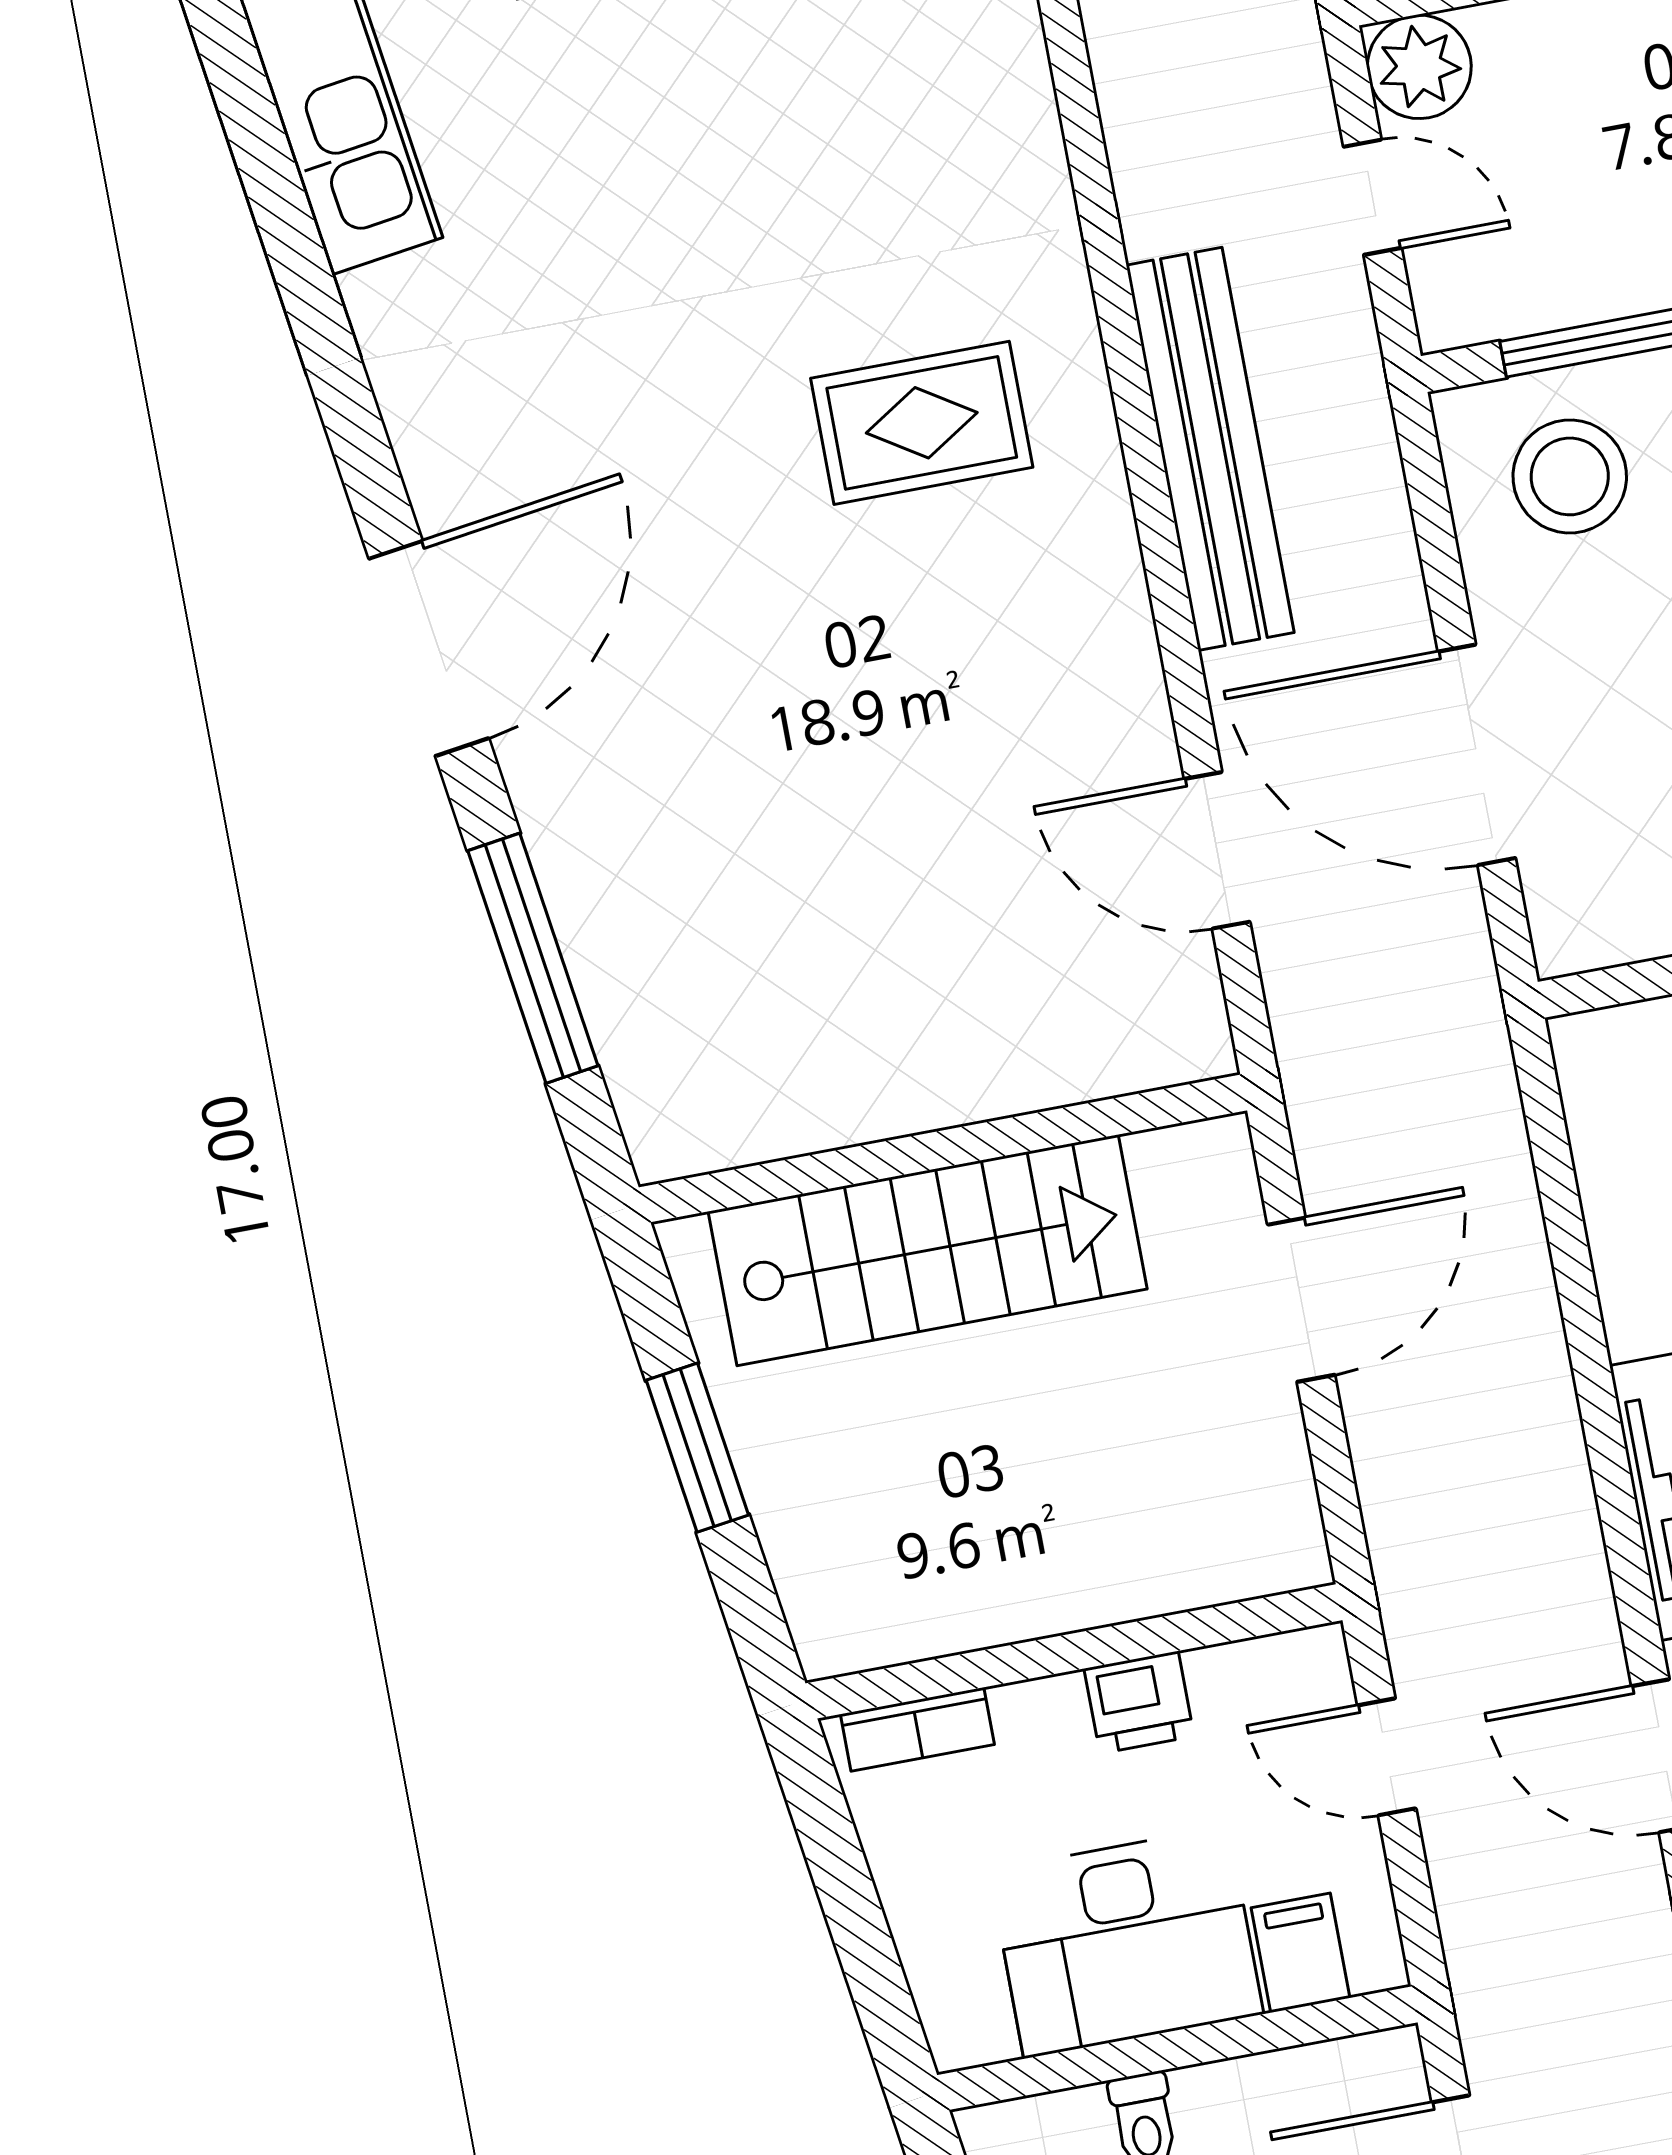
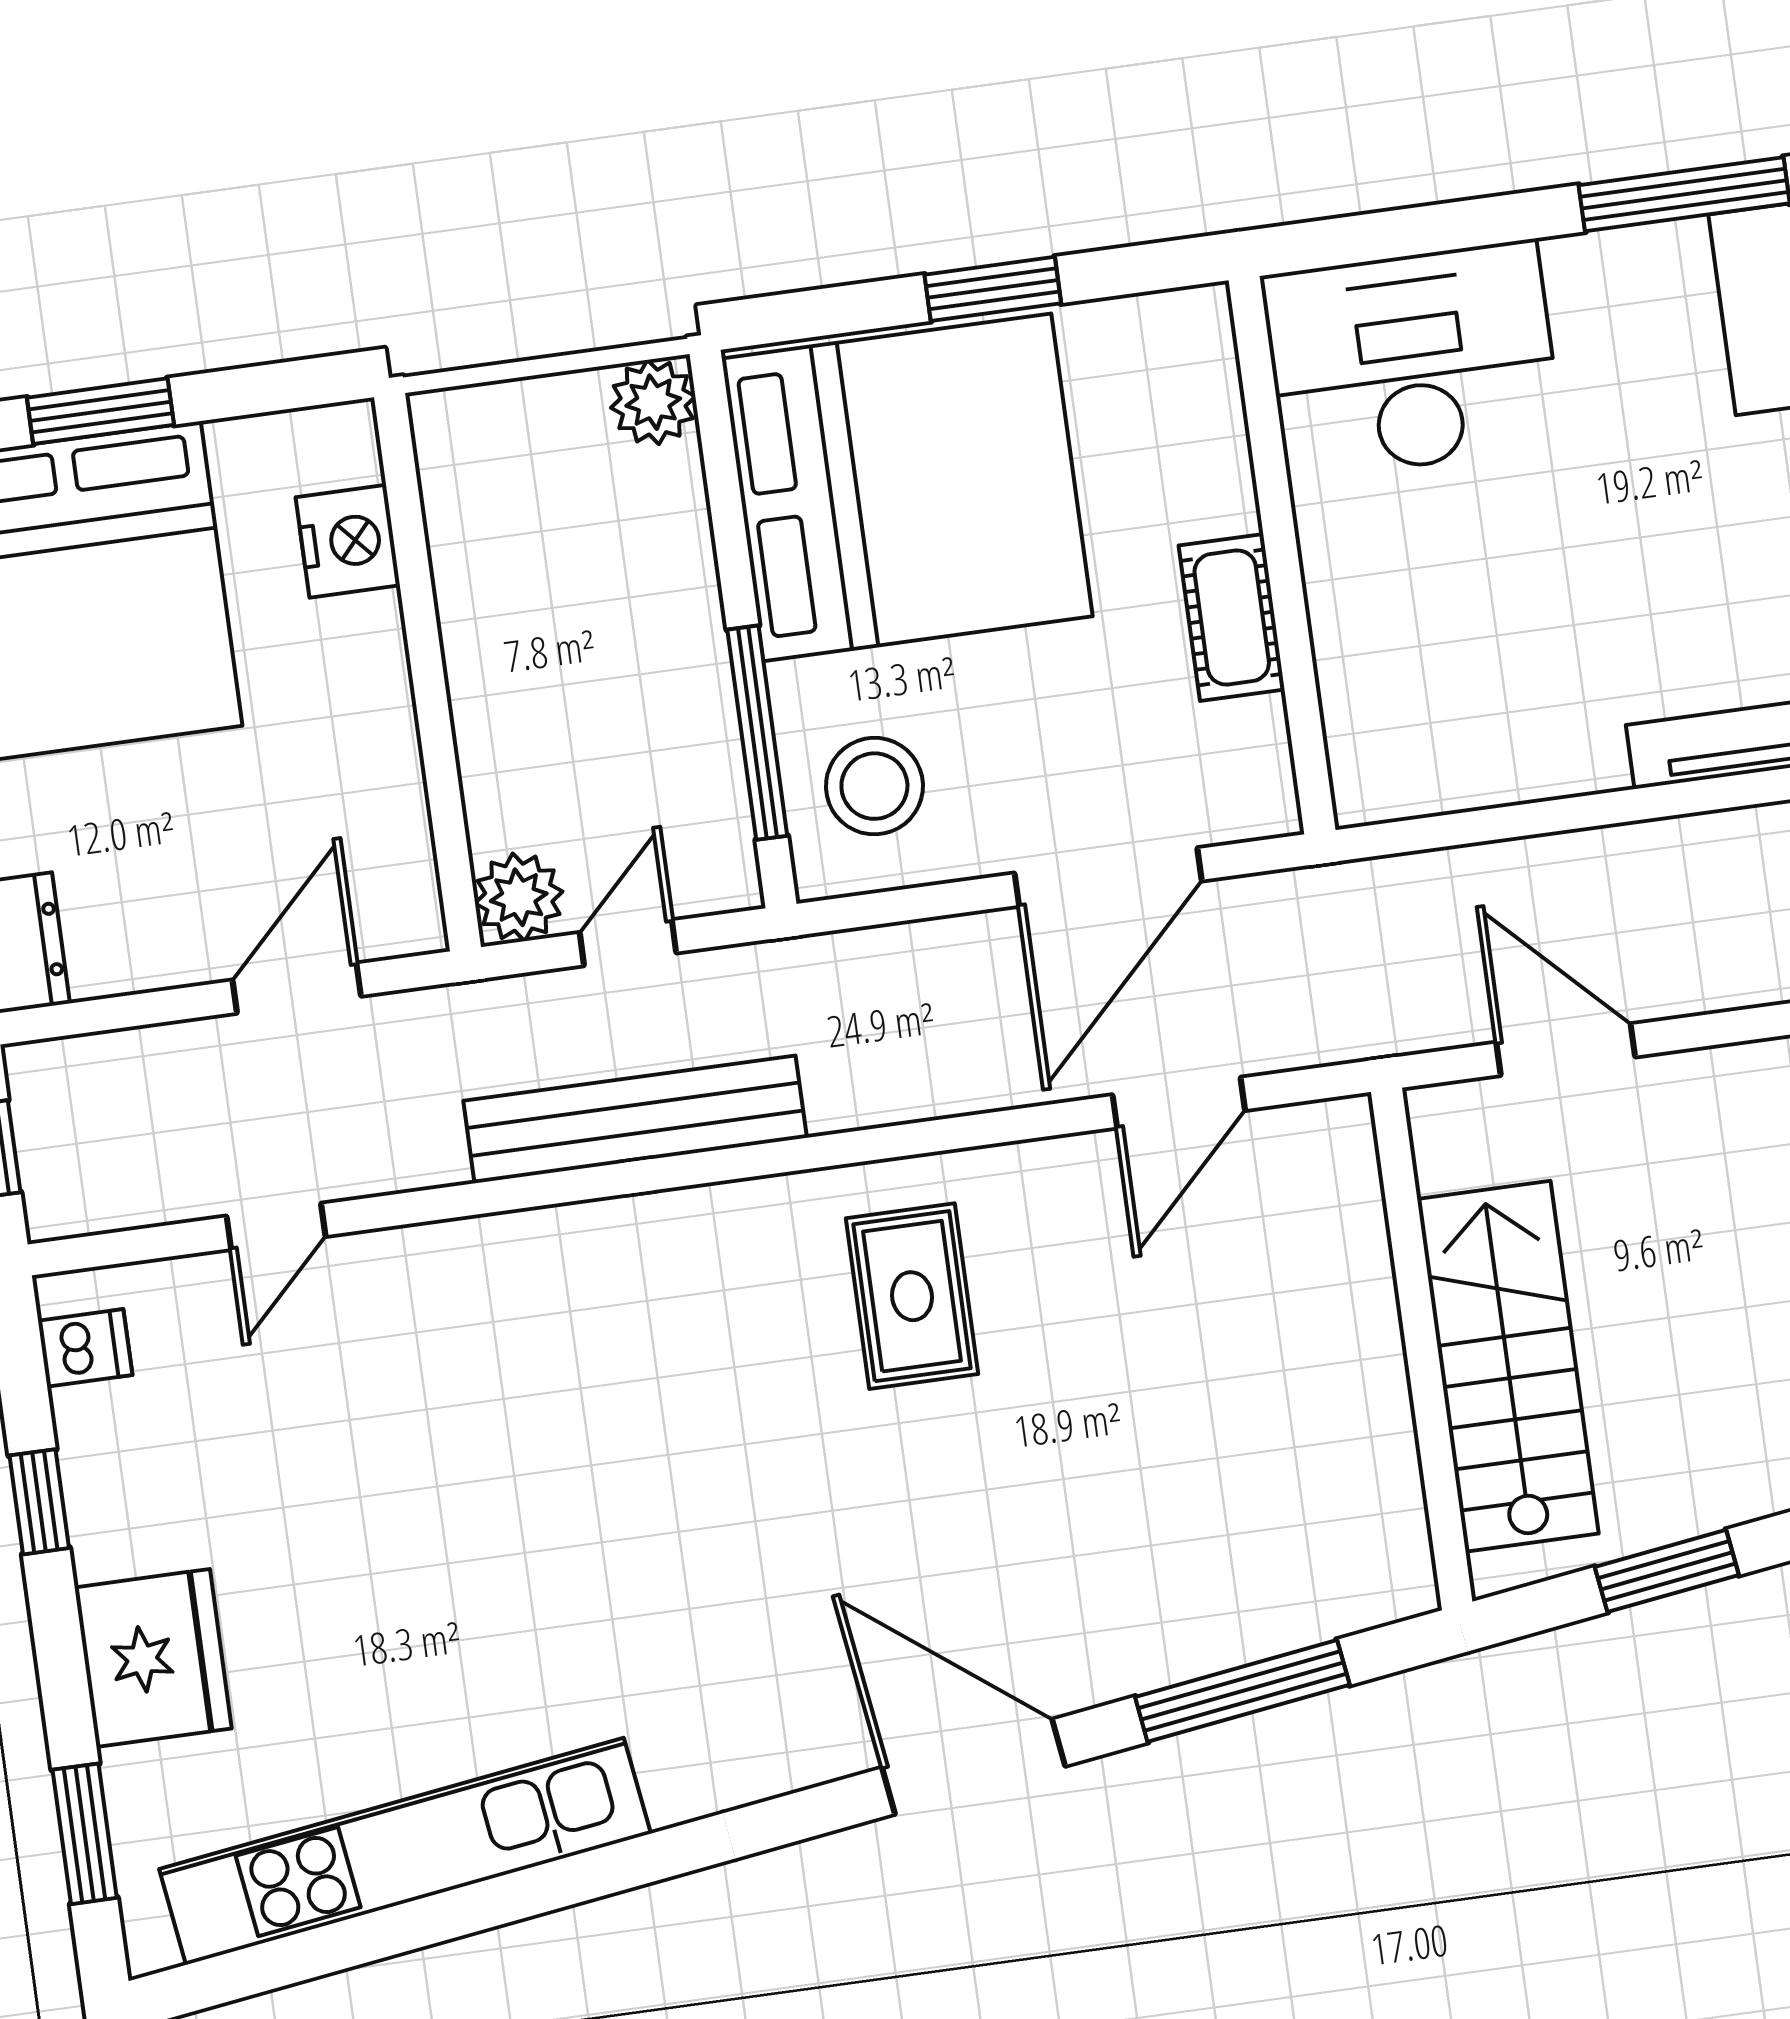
rug: (922, 423) -> (912, 1296), moved
bench: (1210, 449) -> (635, 1119), moved

